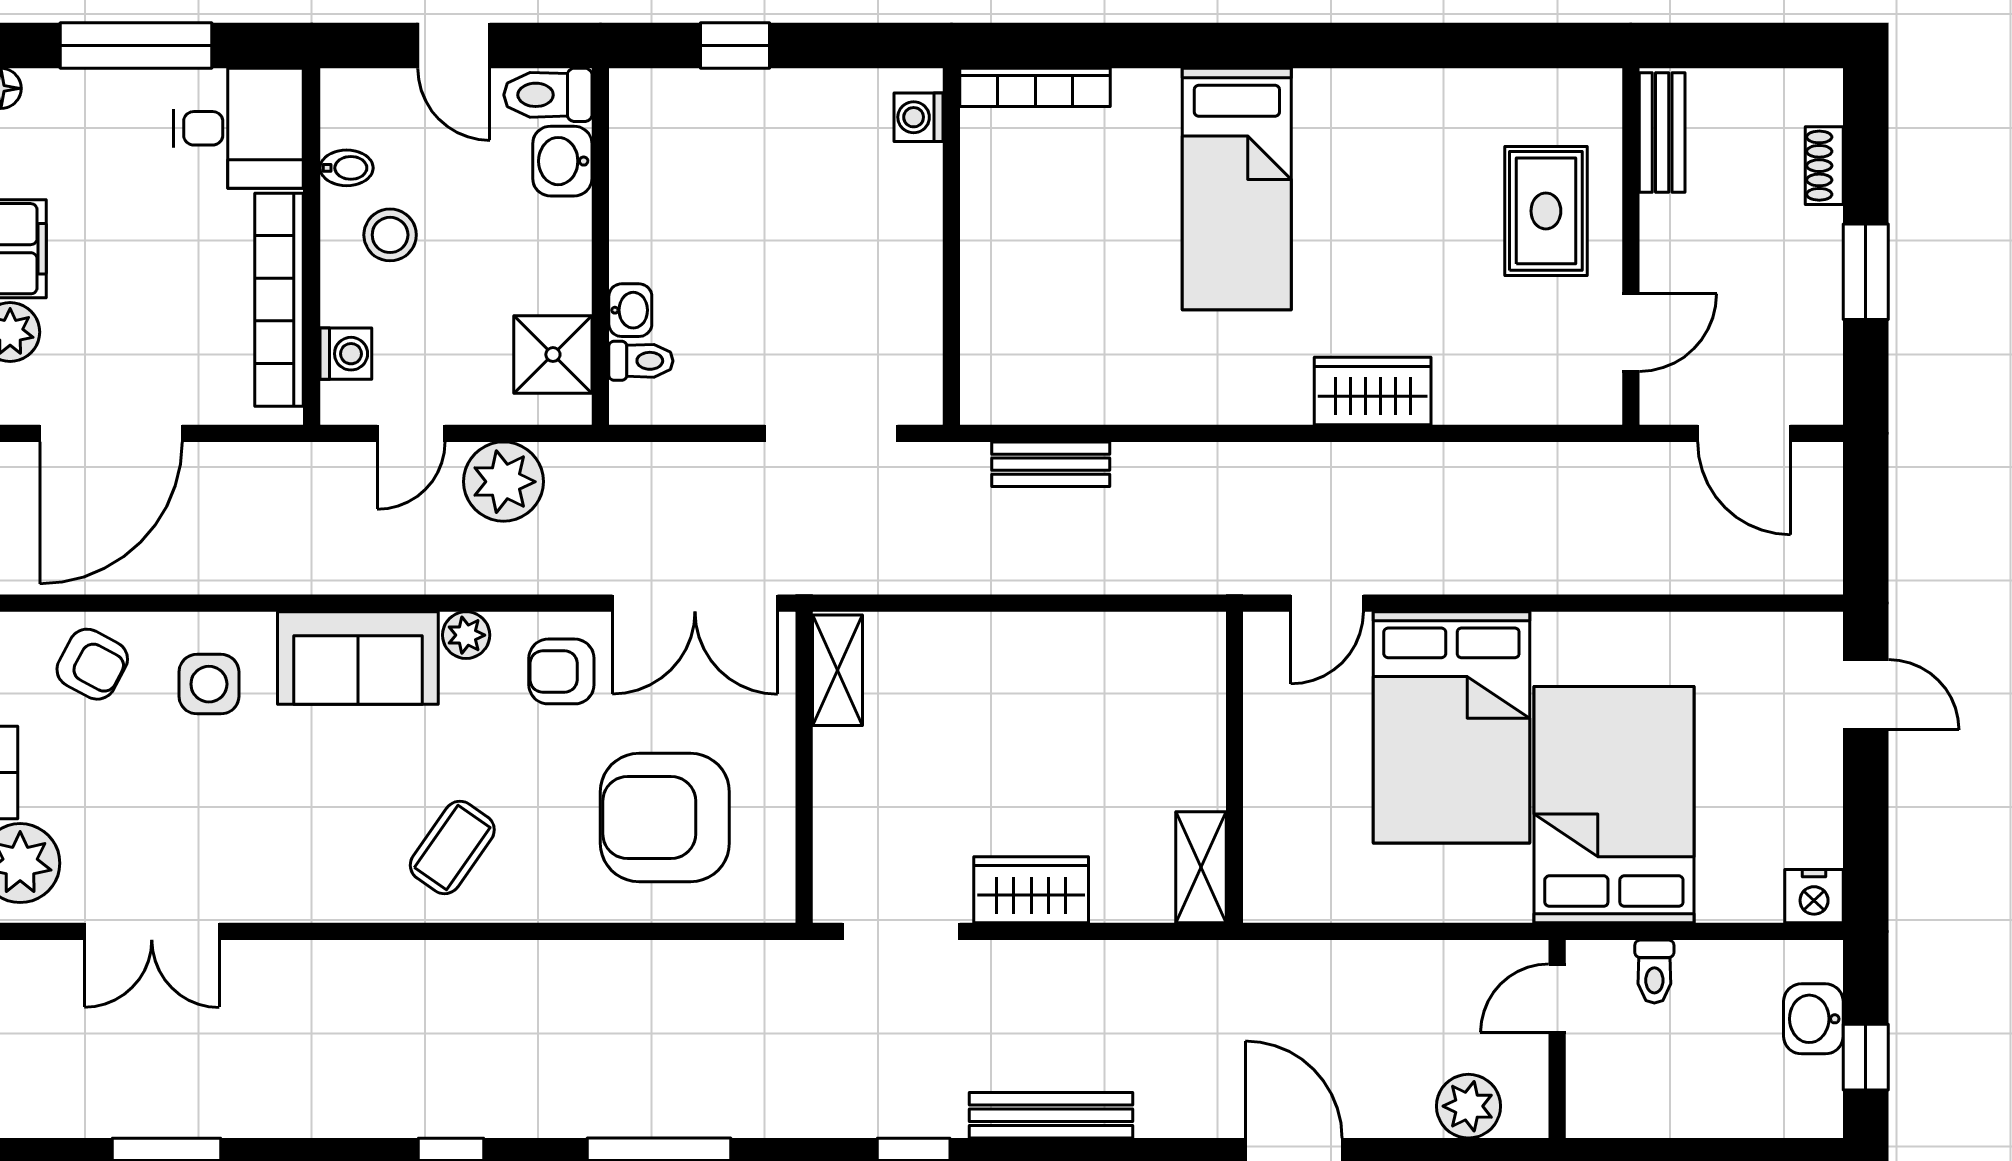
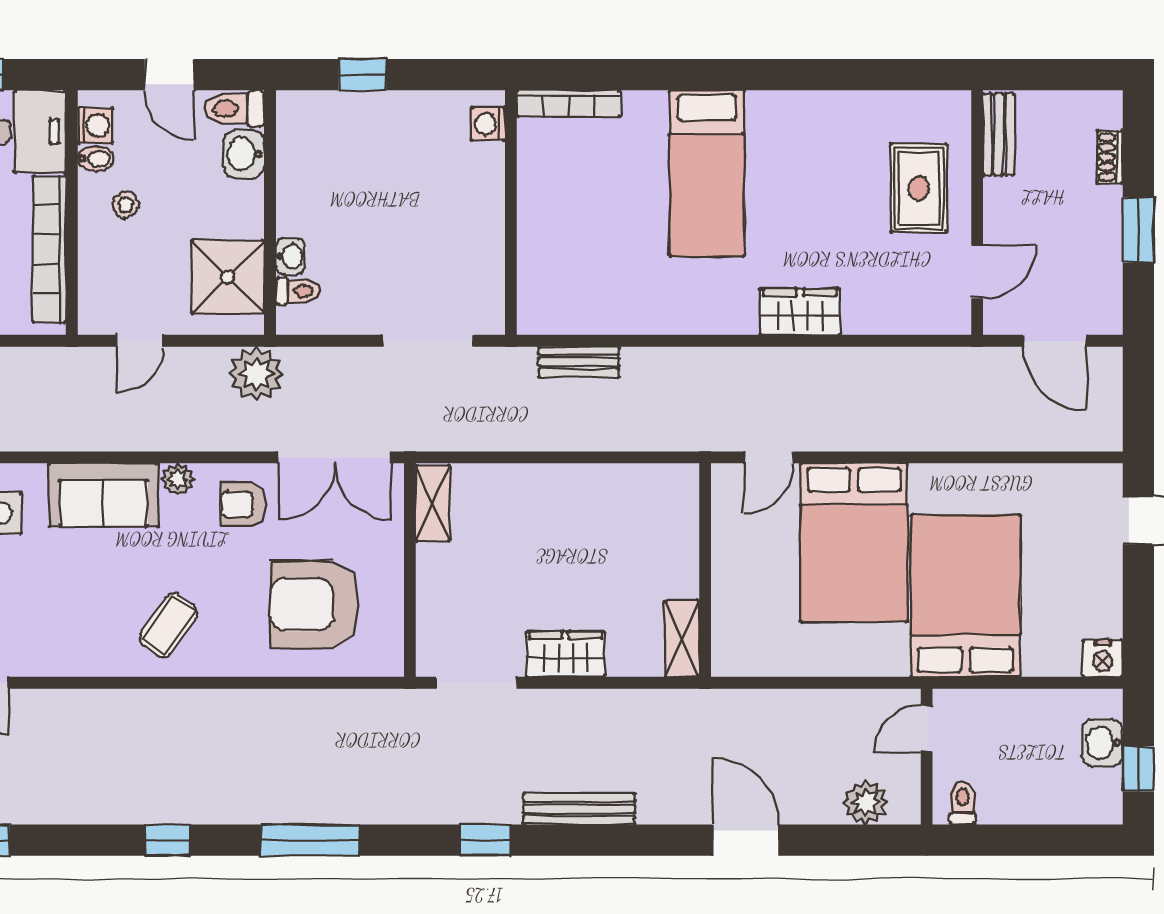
stool: (390, 235) -> (126, 205), width x0.73, depth x0.73
washing machine: (346, 354) -> (95, 126), moved
shower: (553, 355) -> (228, 277), width x1.36, depth x1.36
plant: (503, 482) -> (256, 374), moved
toilet: (1654, 972) -> (963, 803), moved, turned 180

